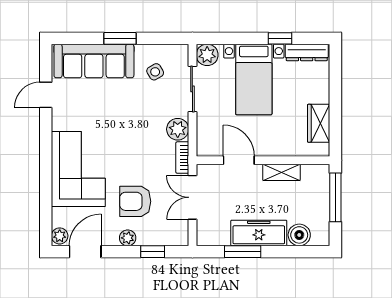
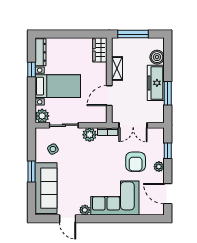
wardrobe: (319, 123) -> (100, 50), moved, turned 90
plant: (60, 236) -> (85, 210), moved

